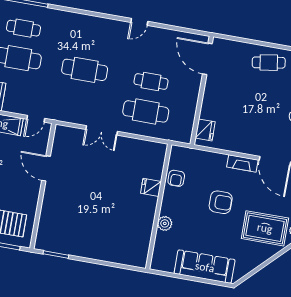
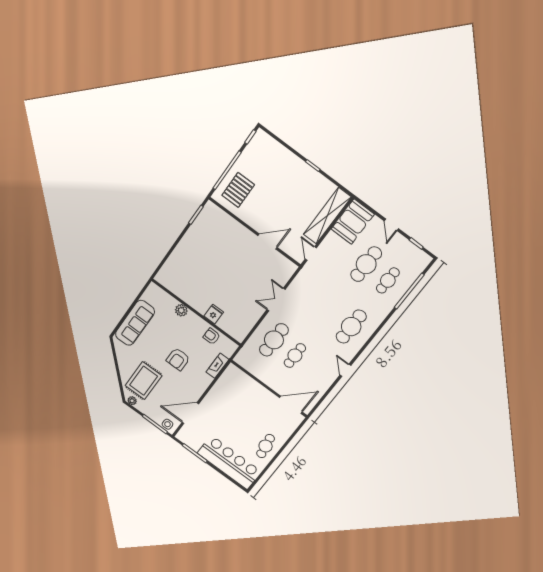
cafe table: (85, 70) -> (351, 327), moved
fridge: (205, 130) -> (238, 376), removed
fireplace: (242, 163) -> (217, 366), moved

